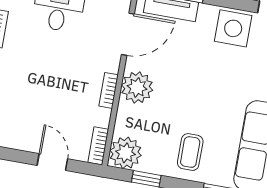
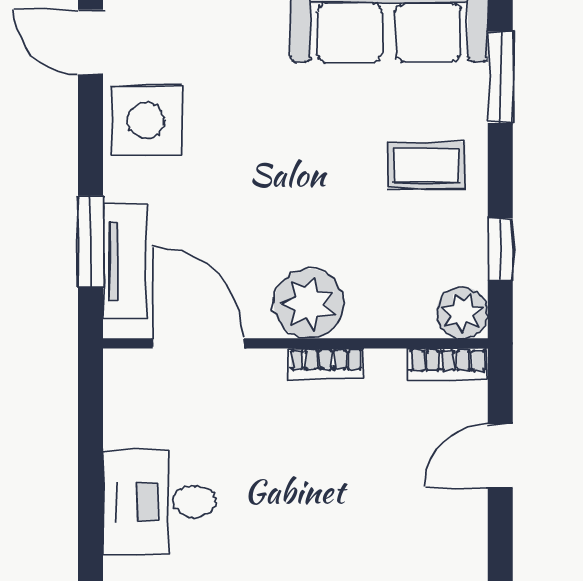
plant: (126, 153) -> (462, 313), width x0.73, depth x0.73

